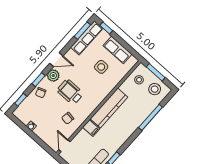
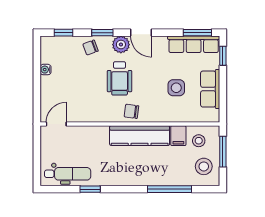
wheelchair: (70, 92) -> (120, 78), turned 180
chair: (68, 118) -> (131, 111), moved
filing cabinet: (91, 128) -> (178, 136), moved

